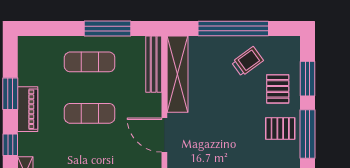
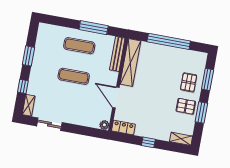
trolley: (247, 61) -> (174, 63), removed
piano: (28, 109) -> (37, 67), removed
window: (308, 134) -> (201, 113), width x0.69

